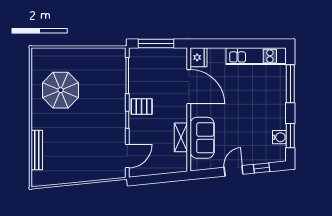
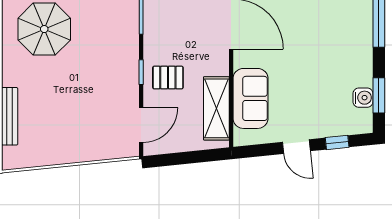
pallet: (142, 106) -> (168, 78), moved
shelving: (181, 137) -> (216, 108), width x1.50, depth x1.33
door: (234, 171) -> (296, 147), swing flipped

